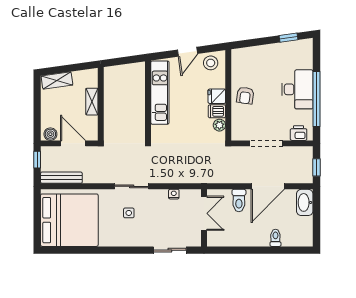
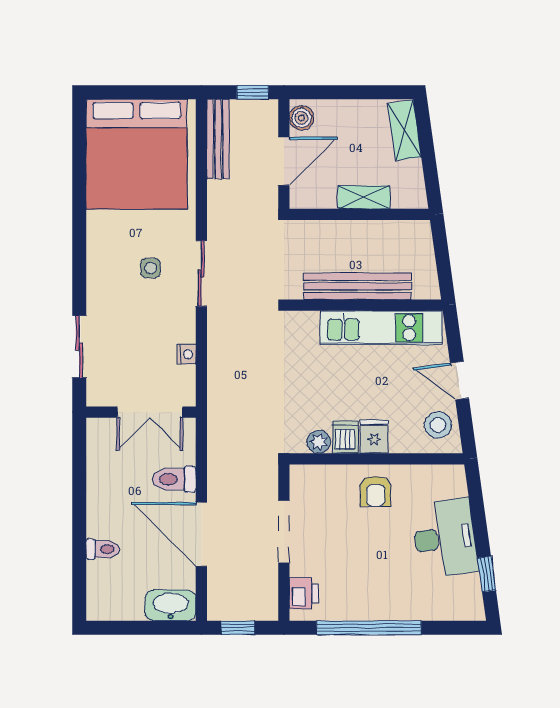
desk: (297, 89) -> (445, 538), moved, turned -98
armchair: (245, 95) -> (376, 491), turned -98
bench: (138, 105) -> (358, 286), added

